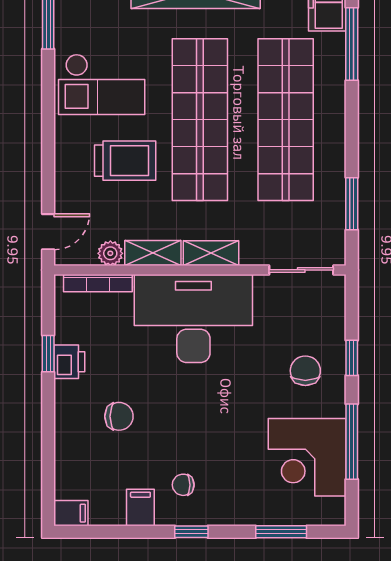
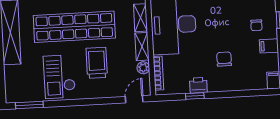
checkout: (102, 84) -> (59, 77), turned 180
door: (48, 232) -> (134, 99), hinge flipped

